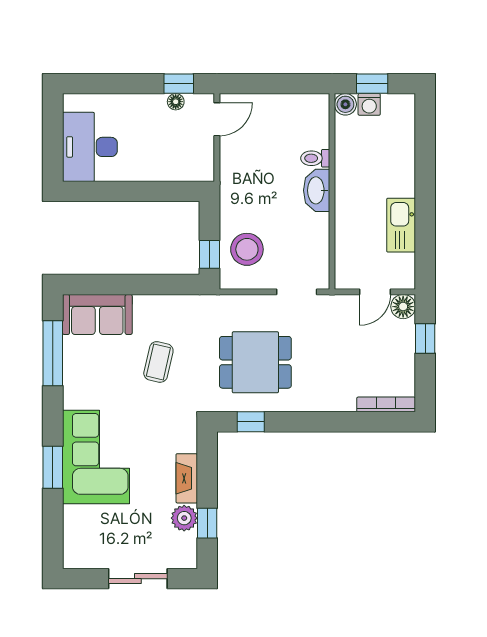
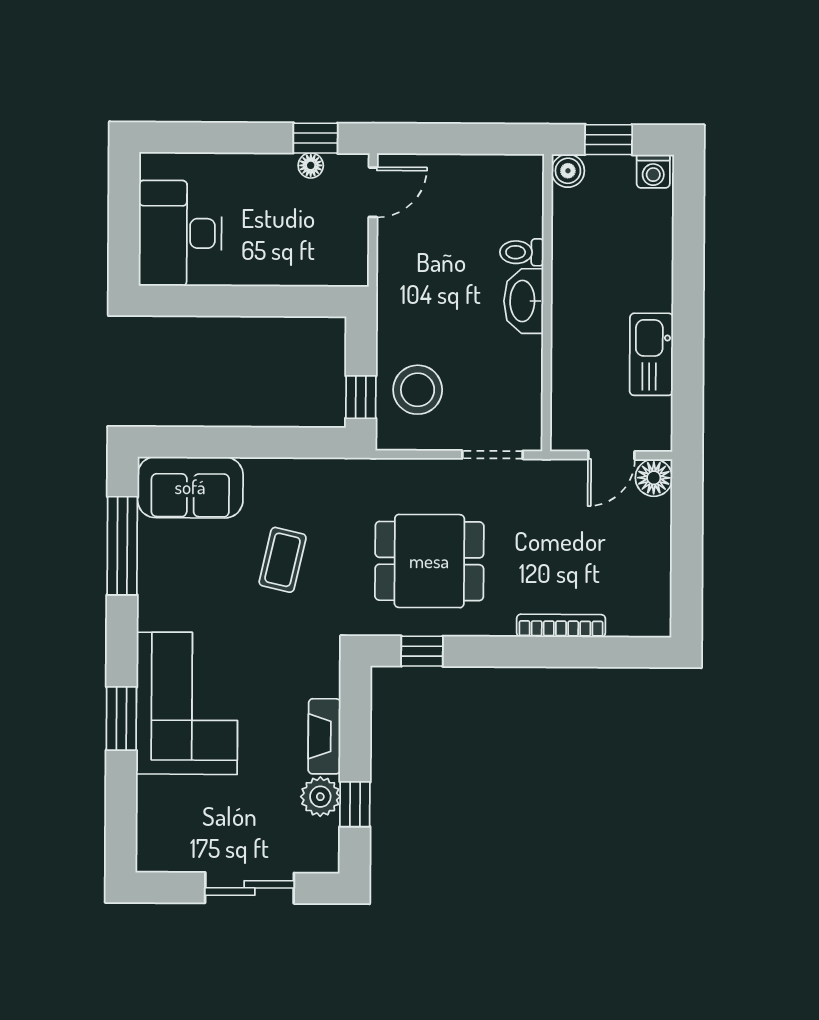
washing machine: (369, 104) -> (653, 171), moved
window: (425, 339) -> (687, 526), removed
bookcase: (386, 404) -> (561, 626), moved

